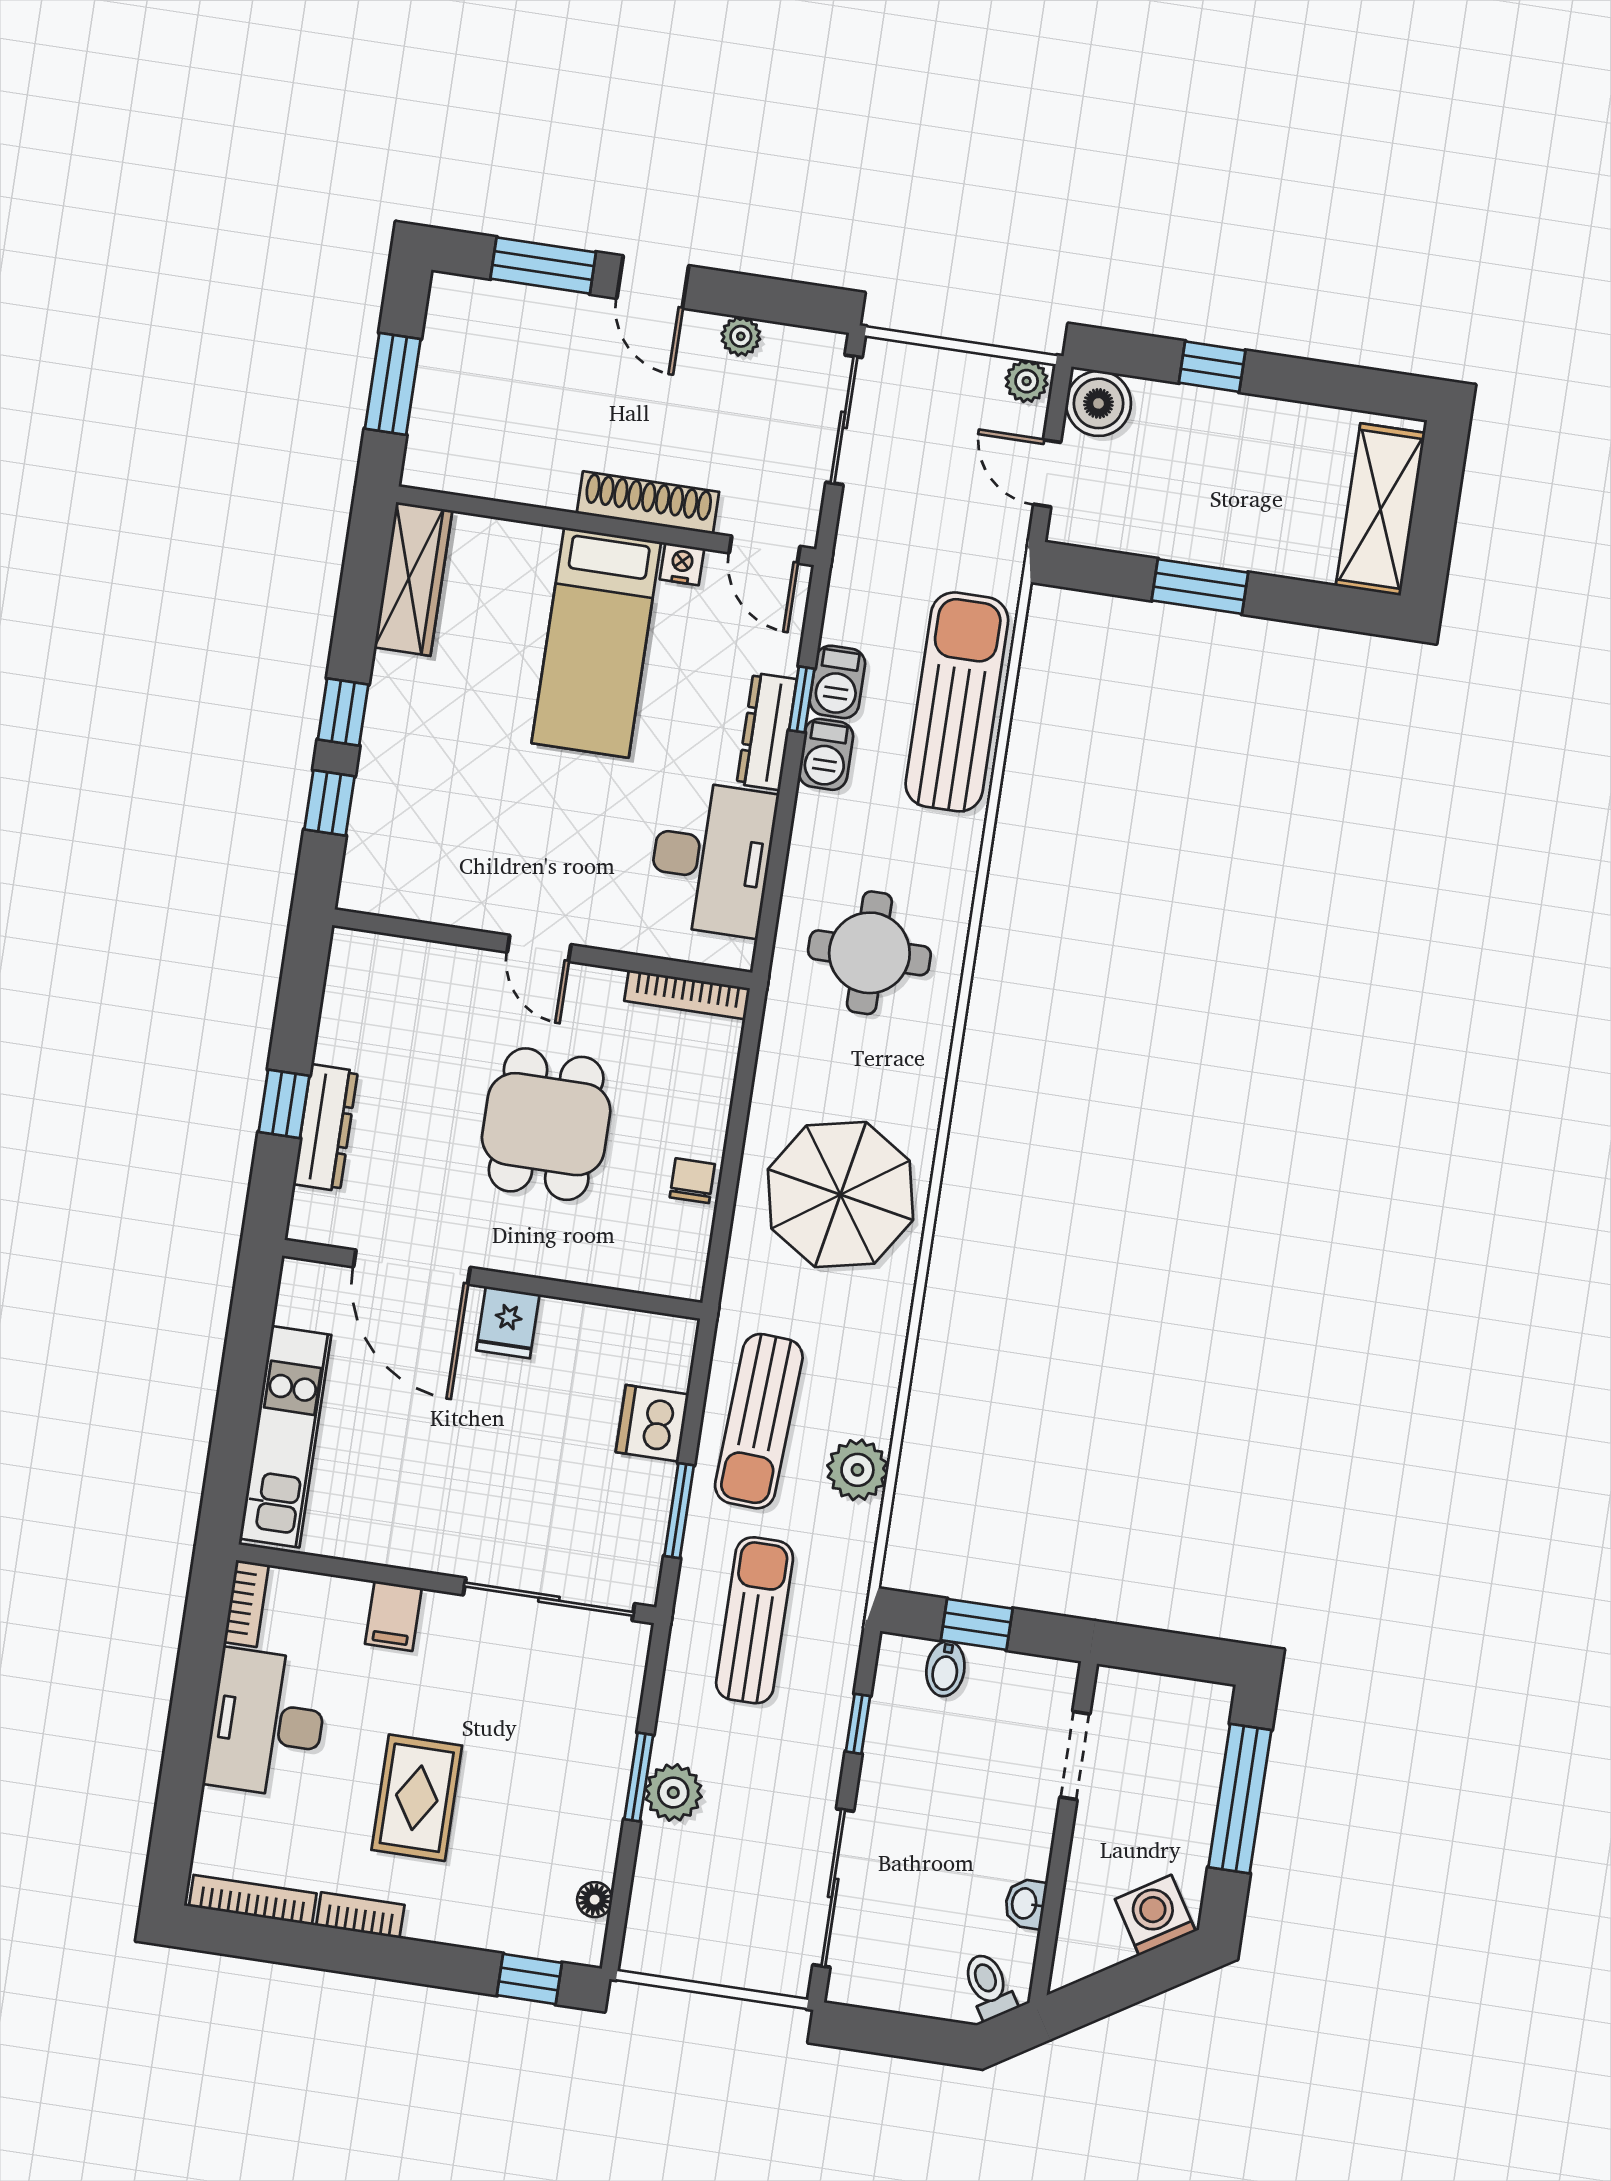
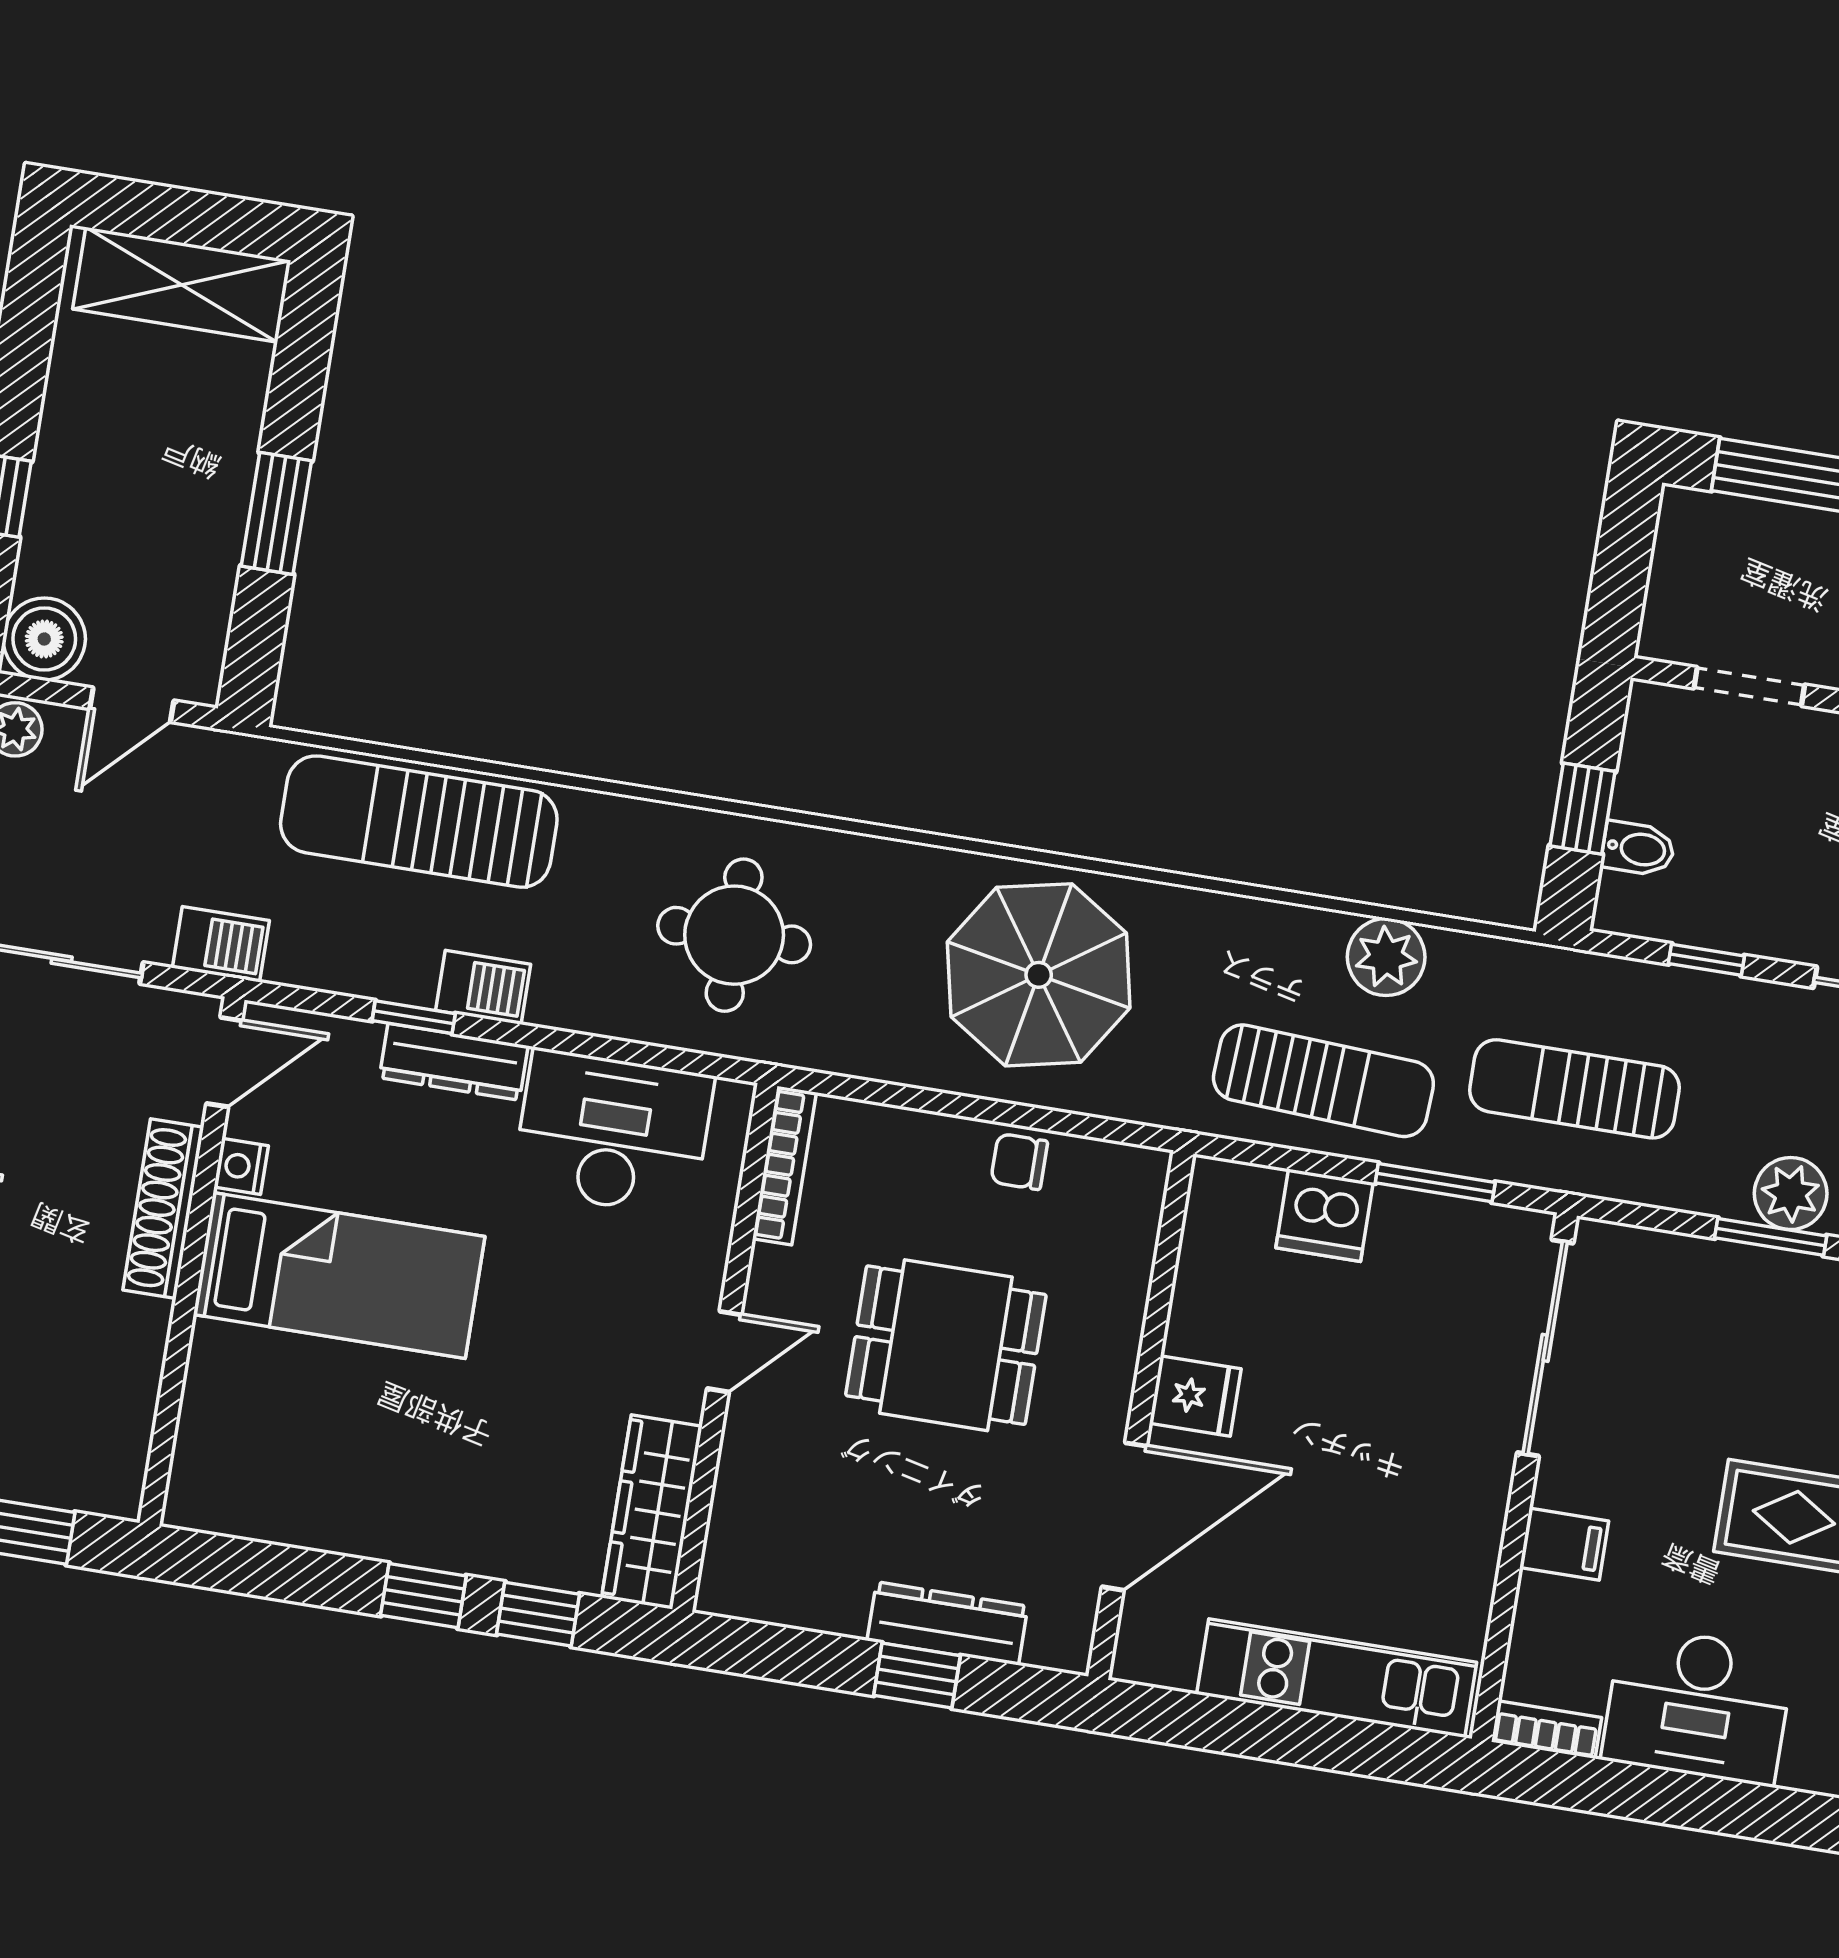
wardrobe: (413, 579) -> (652, 1512), moved, turned -90
barbecue: (837, 682) -> (221, 944), moved

